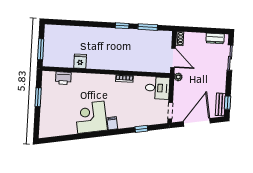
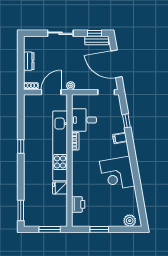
window: (148, 27) -> (21, 211), moved
dresser: (215, 38) -> (29, 61), moved
sliding door: (230, 58) -> (60, 33), moved
kitchen unit: (121, 64) -> (60, 146), added
desk: (157, 88) -> (84, 120), moved, turned -90
filing cabinet: (112, 123) -> (120, 138), moved
plant: (45, 127) -> (130, 221), added

